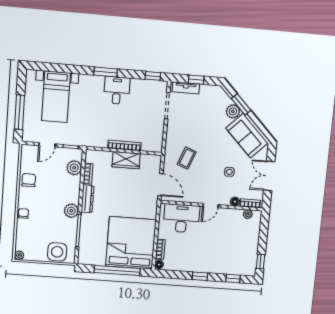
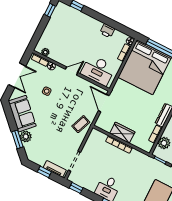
coffee table: (187, 158) -> (81, 124), moved
printer: (189, 265) -> (107, 31), added
window: (200, 276) -> (102, 18), removed

